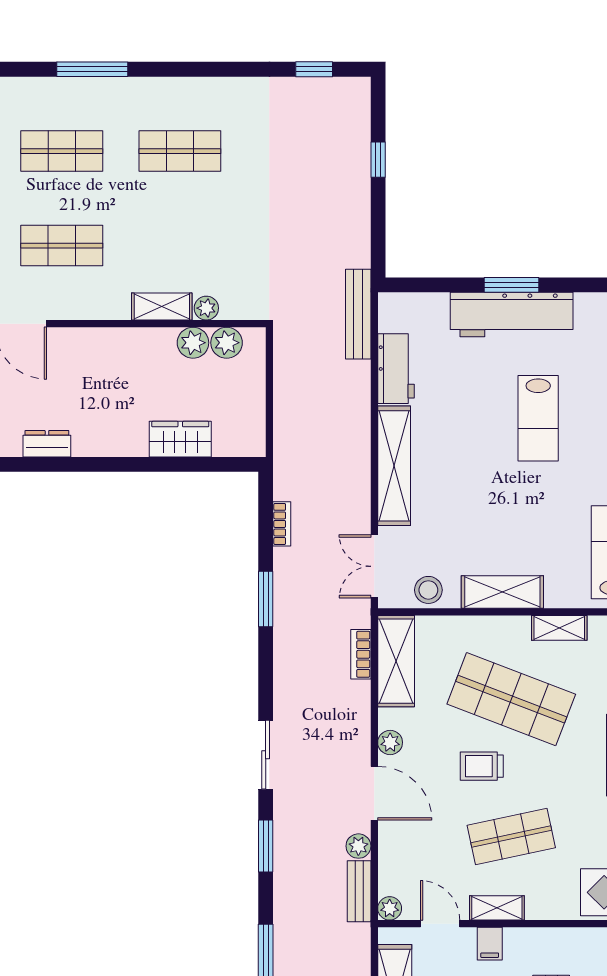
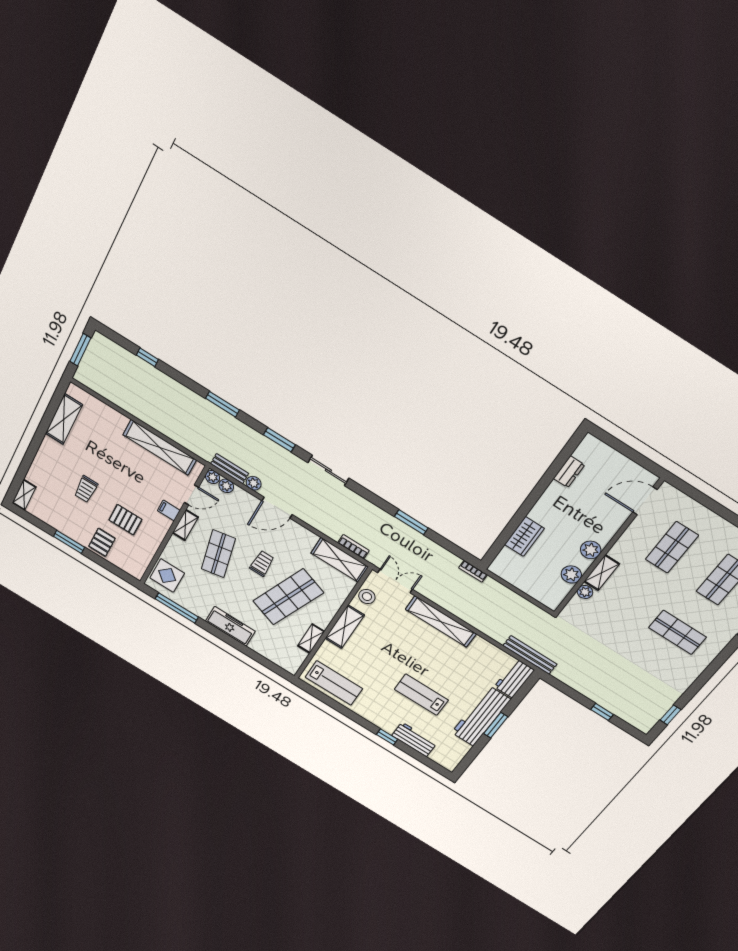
shop shelf: (180, 151) -> (677, 632), turned 90
plant: (227, 343) -> (591, 550), moved
workbench: (396, 369) -> (514, 678), moved, turned 90
bookcase: (282, 524) -> (473, 571), moved
plant: (390, 742) -> (226, 486), moved

